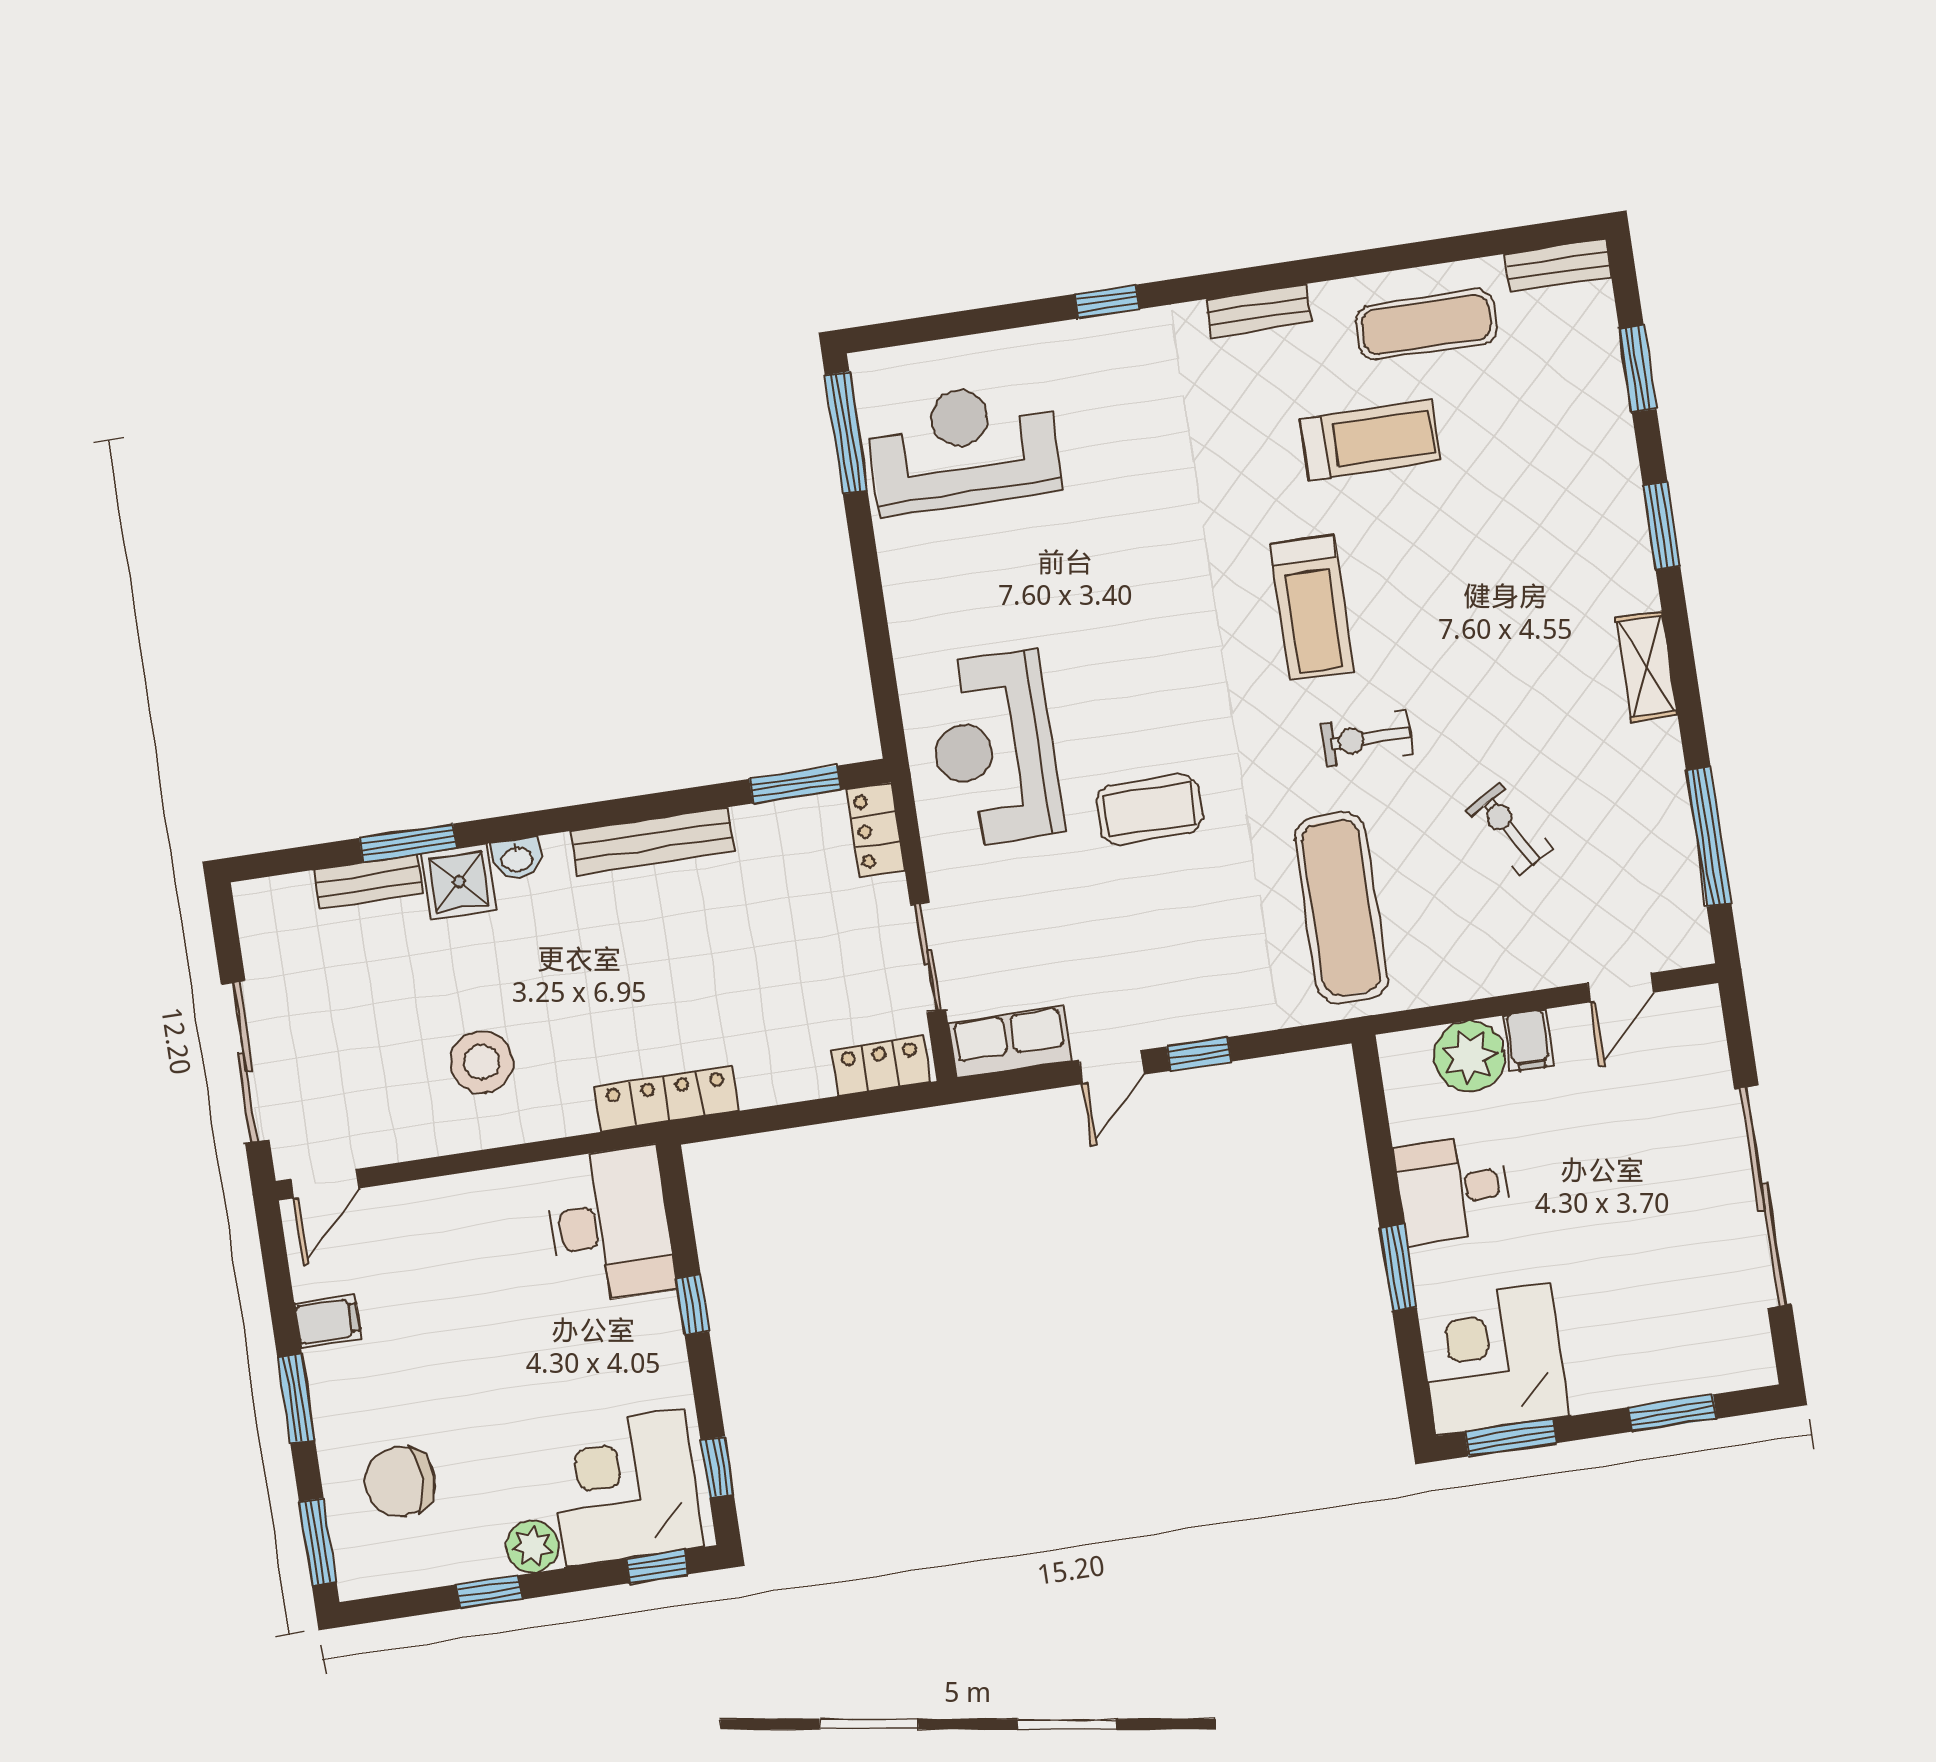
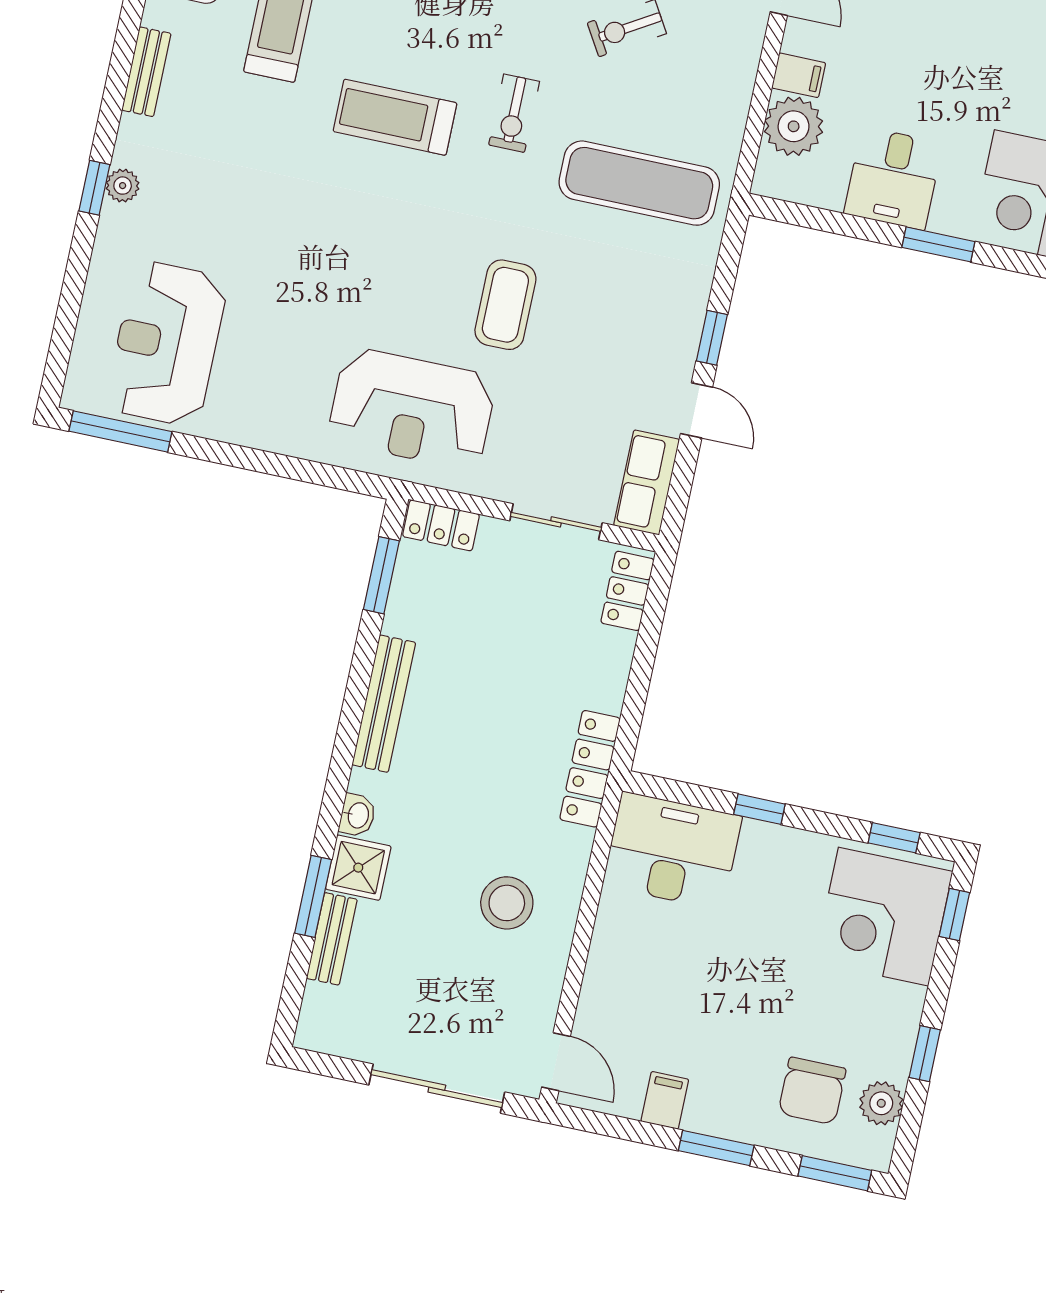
plant: (1122, 332) -> (123, 186), added
treadmill: (1312, 607) -> (395, 117), turned 180
plant: (532, 1546) -> (881, 1103), moved

